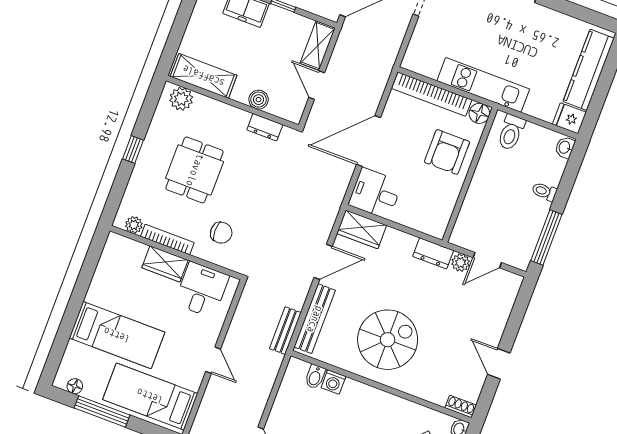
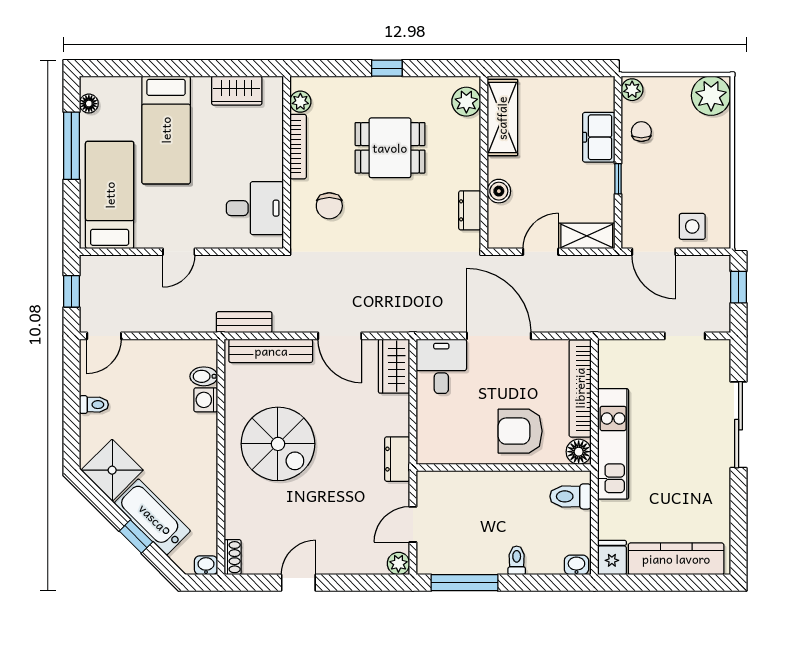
door: (487, 260) -> (413, 524), hinge flipped
plant: (461, 263) -> (398, 564), moved
wardrobe: (165, 264) -> (237, 91), moved, turned -90

